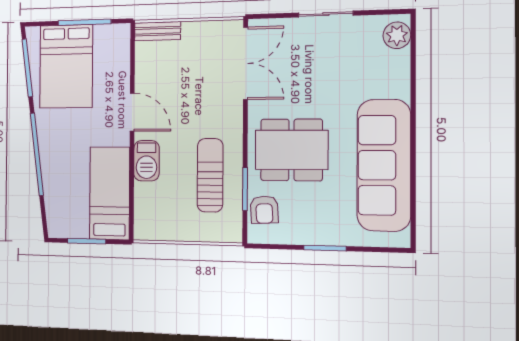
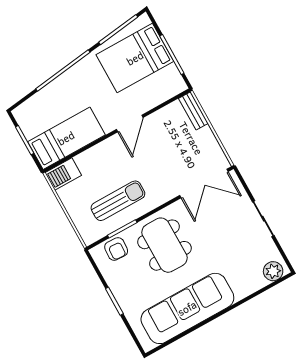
barbecue: (146, 161) -> (63, 174), moved
armchair: (264, 210) -> (116, 249), turned -84

